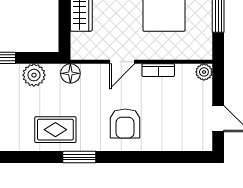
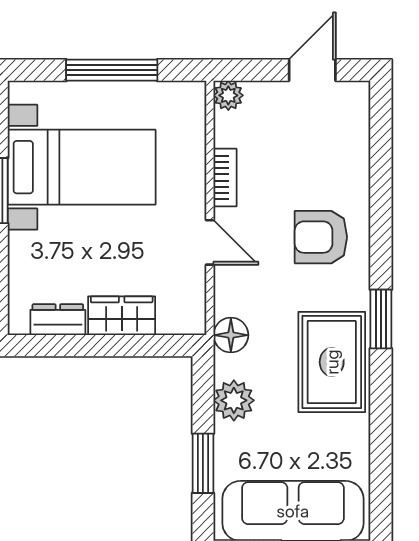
armchair: (125, 124) -> (321, 237), turned 180
rug: (55, 130) -> (332, 362), width x1.36, depth x1.43

